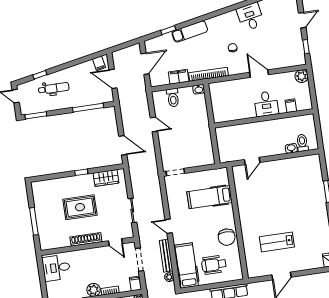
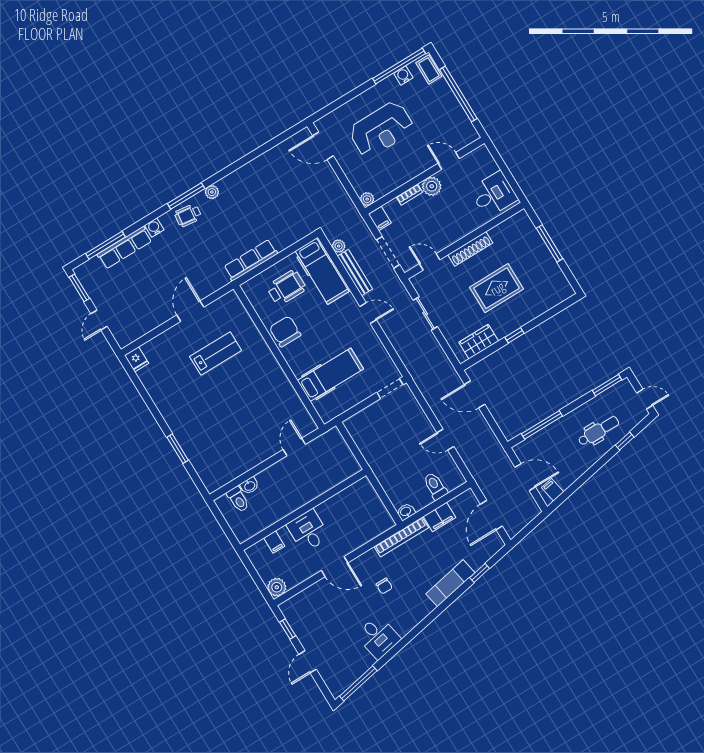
dental chair: (54, 88) -> (599, 431), turned 180

